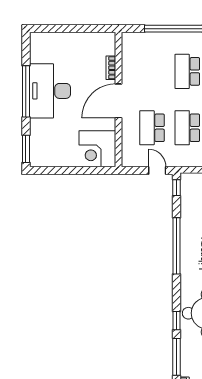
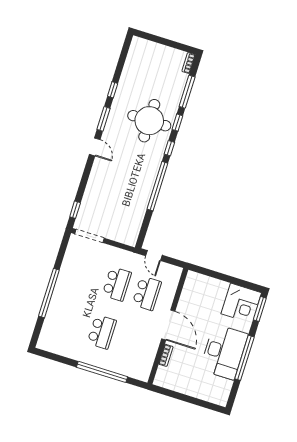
door: (118, 101) -> (168, 325), hinge flipped
corner desk: (97, 149) -> (241, 303), moved, turned 90
window: (177, 188) -> (169, 148), moved

